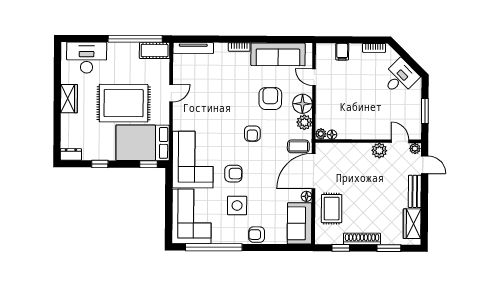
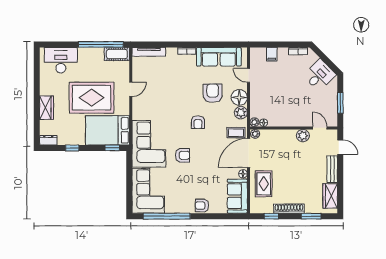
wardrobe: (69, 99) -> (46, 108), moved
plant: (415, 149) -> (255, 134), moved
side table: (237, 205) -> (186, 182), removed

